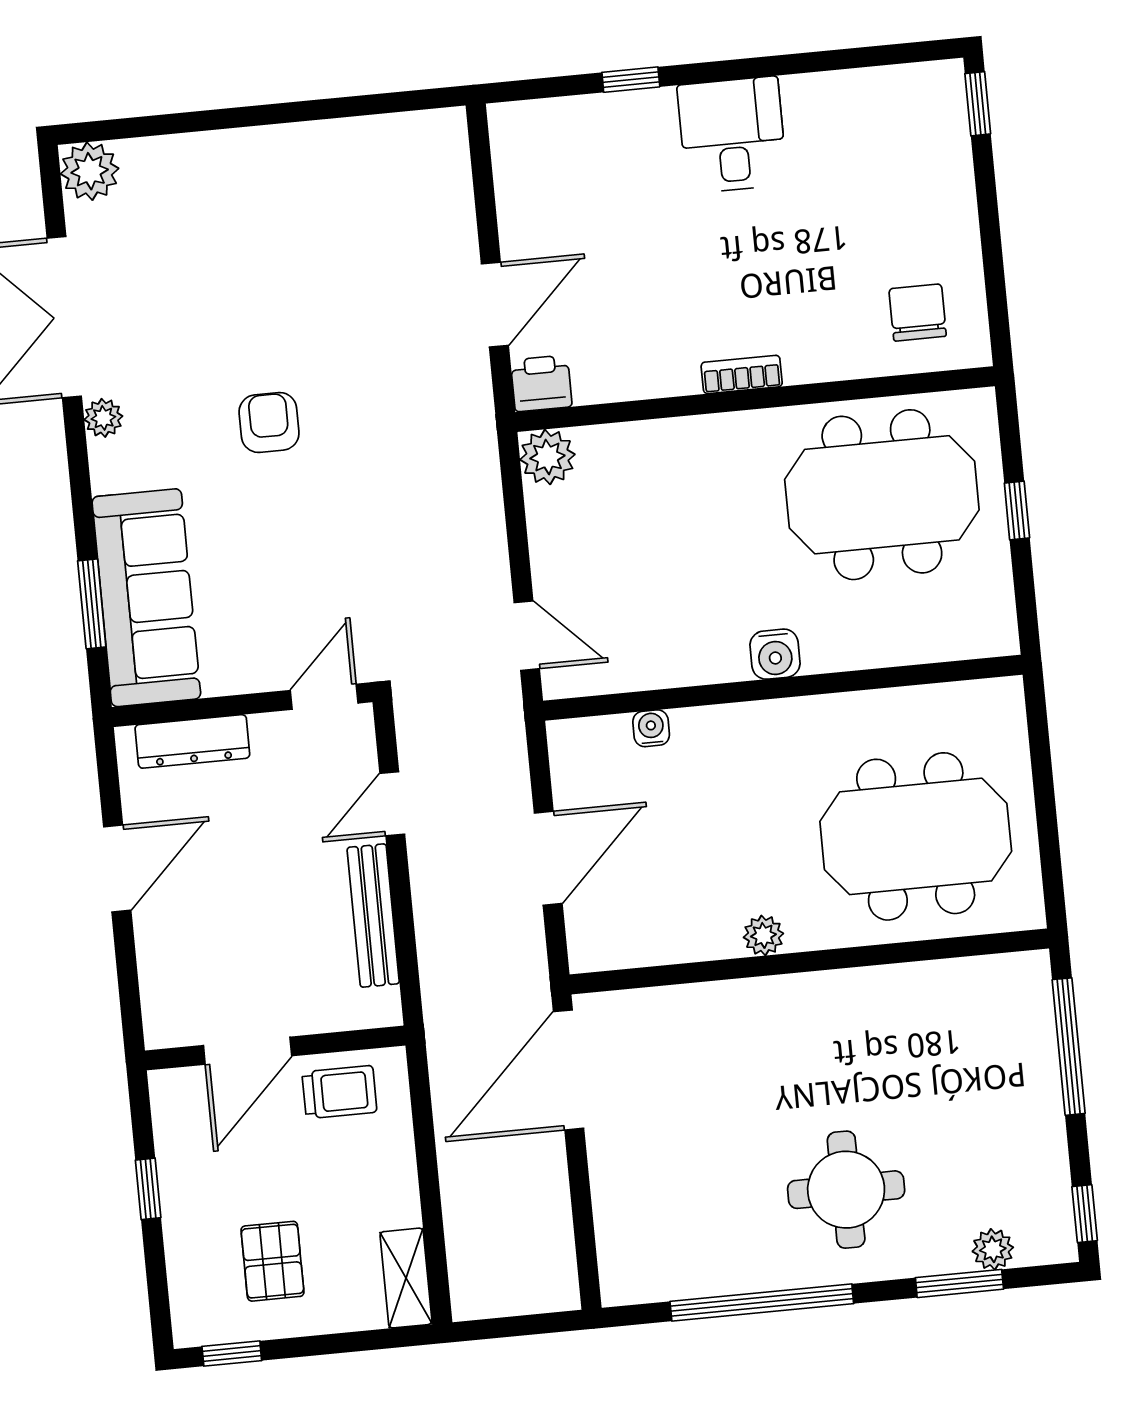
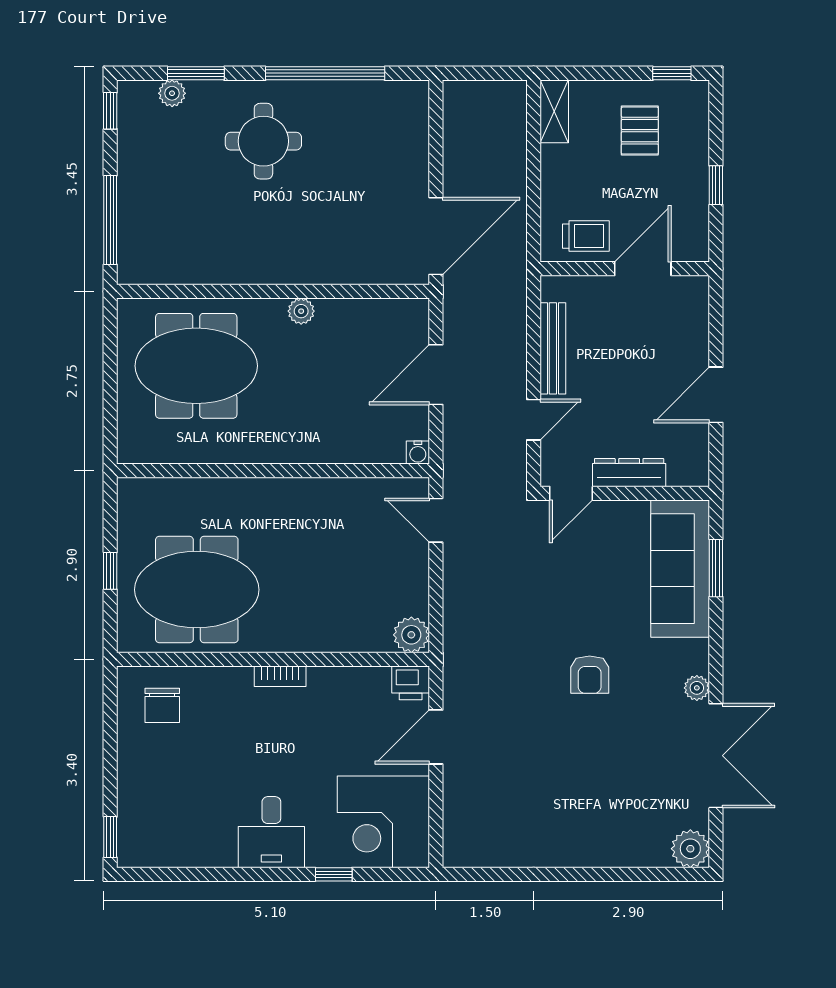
corner desk: (563, 167) -> (383, 822), added
water cooler: (775, 654) -> (276, 493), removed
water cooler: (651, 728) -> (418, 452), moved
dresser: (192, 741) -> (629, 473), moved
trolley: (339, 1092) -> (586, 236), turned 180

